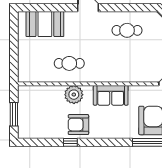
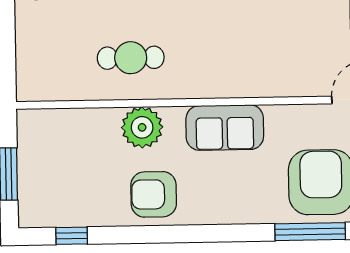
window: (70, 142) -> (72, 236), moved

